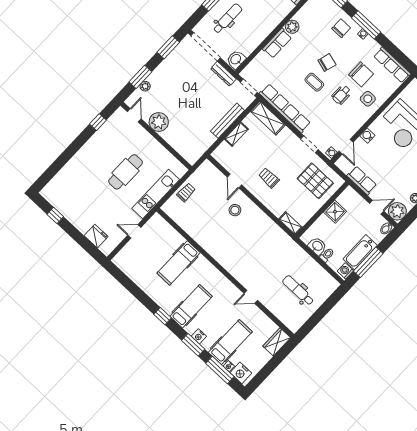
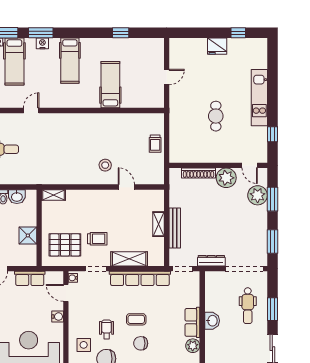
washbasin: (236, 59) -> (212, 321), moved
chair: (327, 62) -> (141, 343), turned 74
plant: (145, 86) -> (258, 195), width x1.87, depth x1.87
shelving: (268, 118) -> (129, 259), moved
shoe rack: (175, 143) -> (199, 173), added
cafe table: (126, 172) -> (216, 116), width x0.73, depth x0.74
trolley: (269, 178) -> (97, 239), moved
kitchen unit: (156, 194) -> (259, 98), moved, turned 180
fridge: (96, 236) -> (217, 46), moved
window: (163, 316) -> (121, 33), moved

